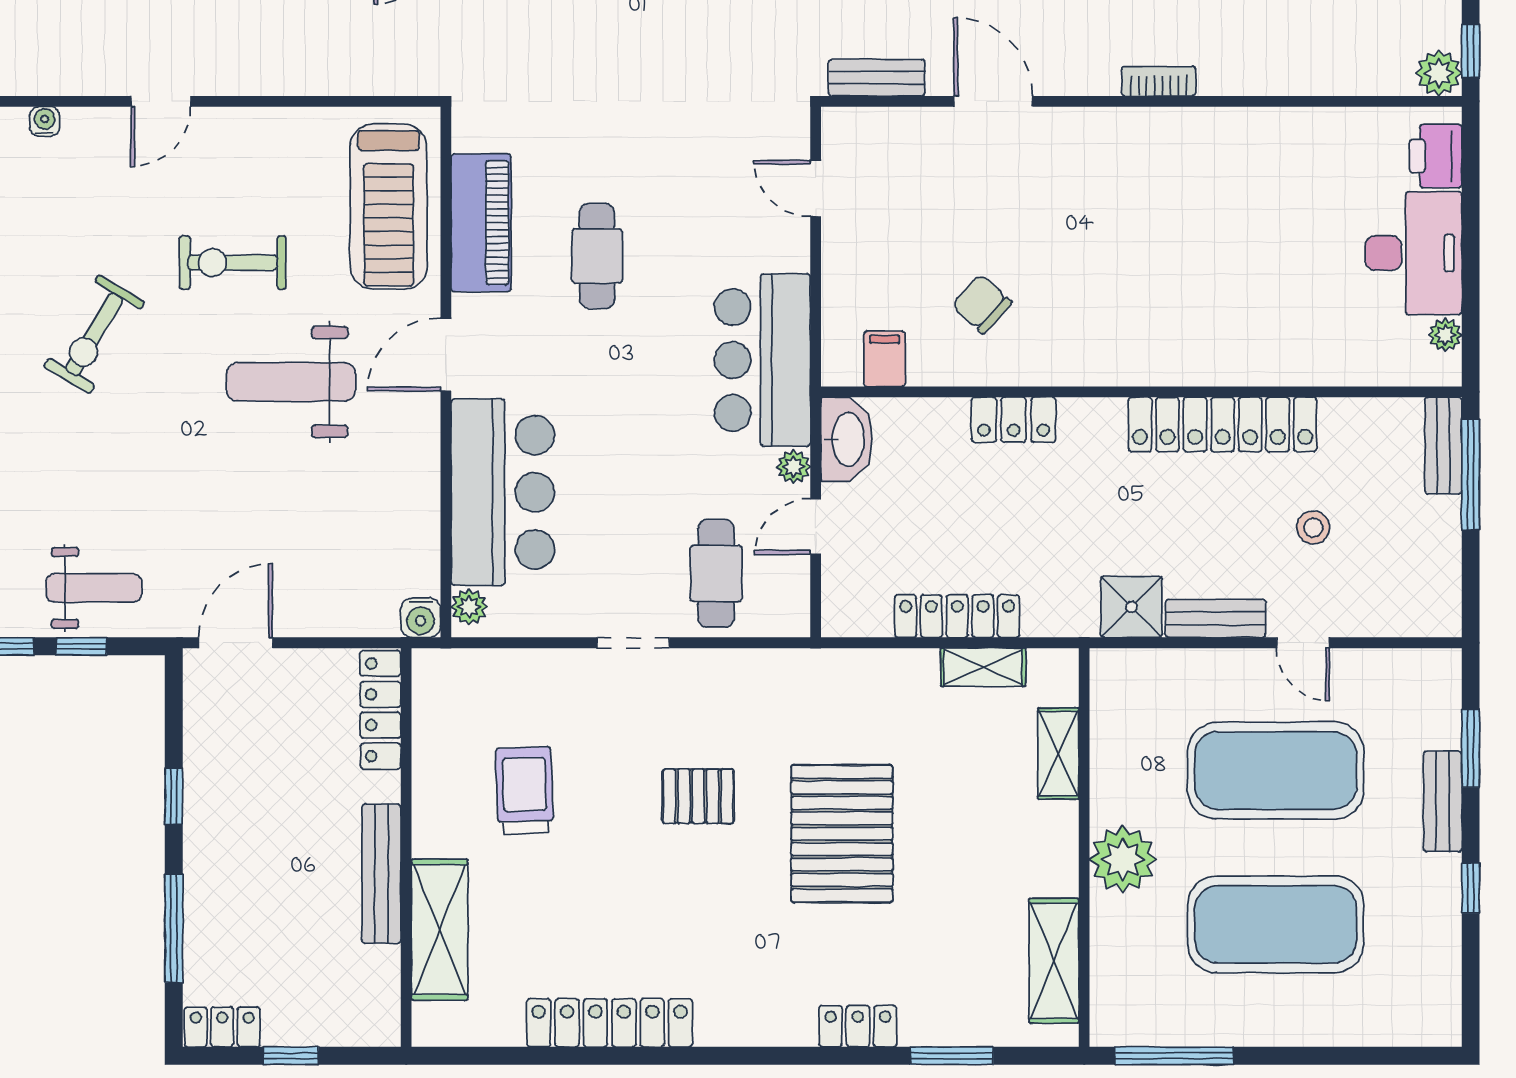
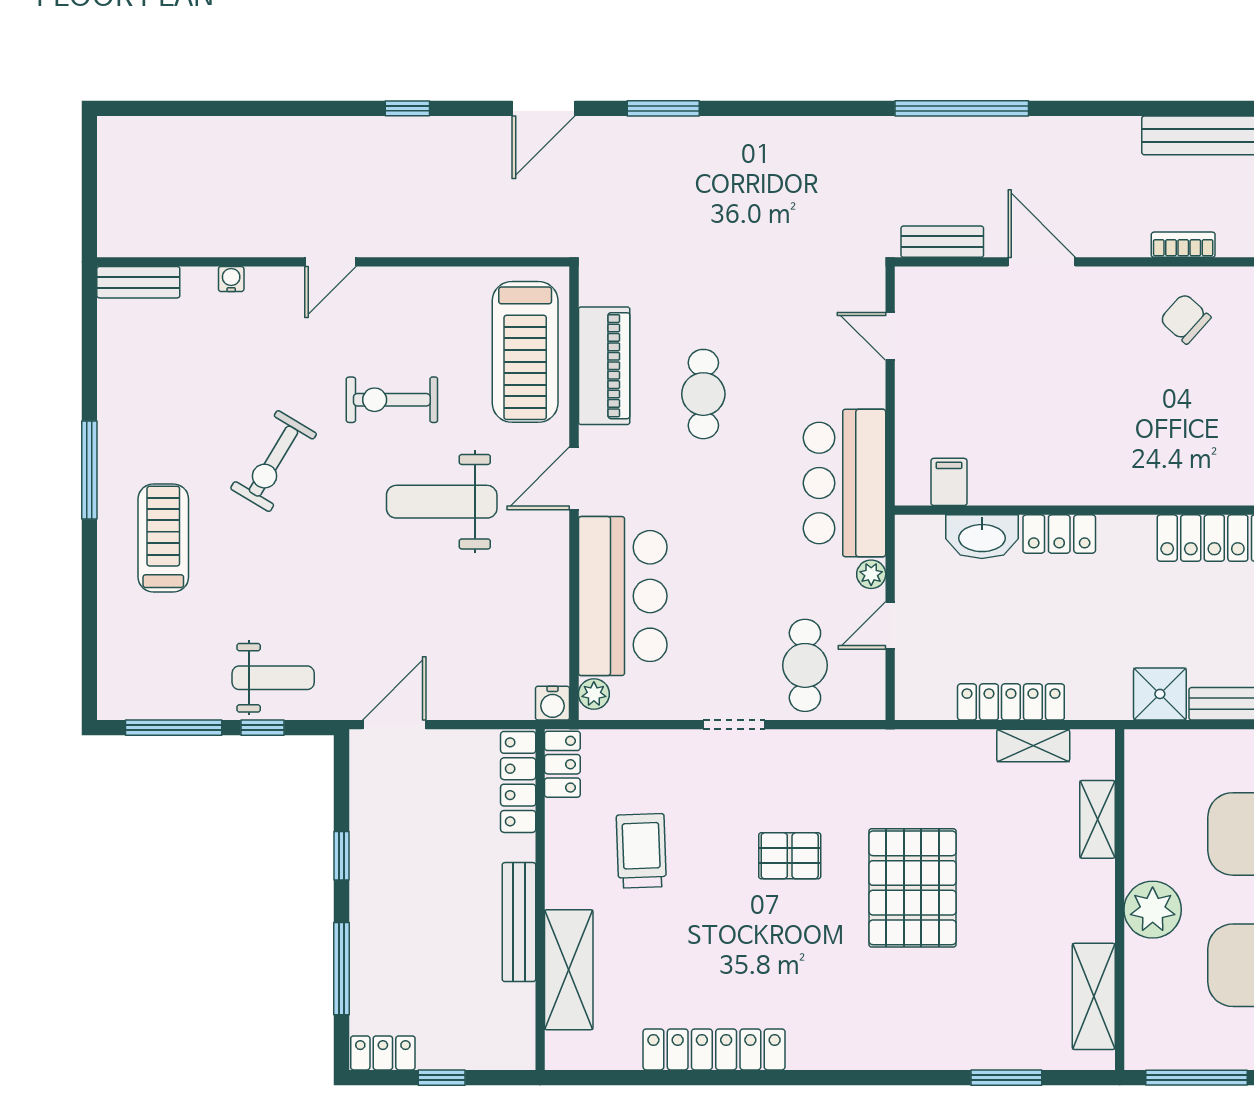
chair: (982, 304) -> (1185, 319), moved
washbasin: (847, 439) -> (982, 537), moved, turned 90
locker: (858, 1026) -> (562, 764), moved, turned 90

